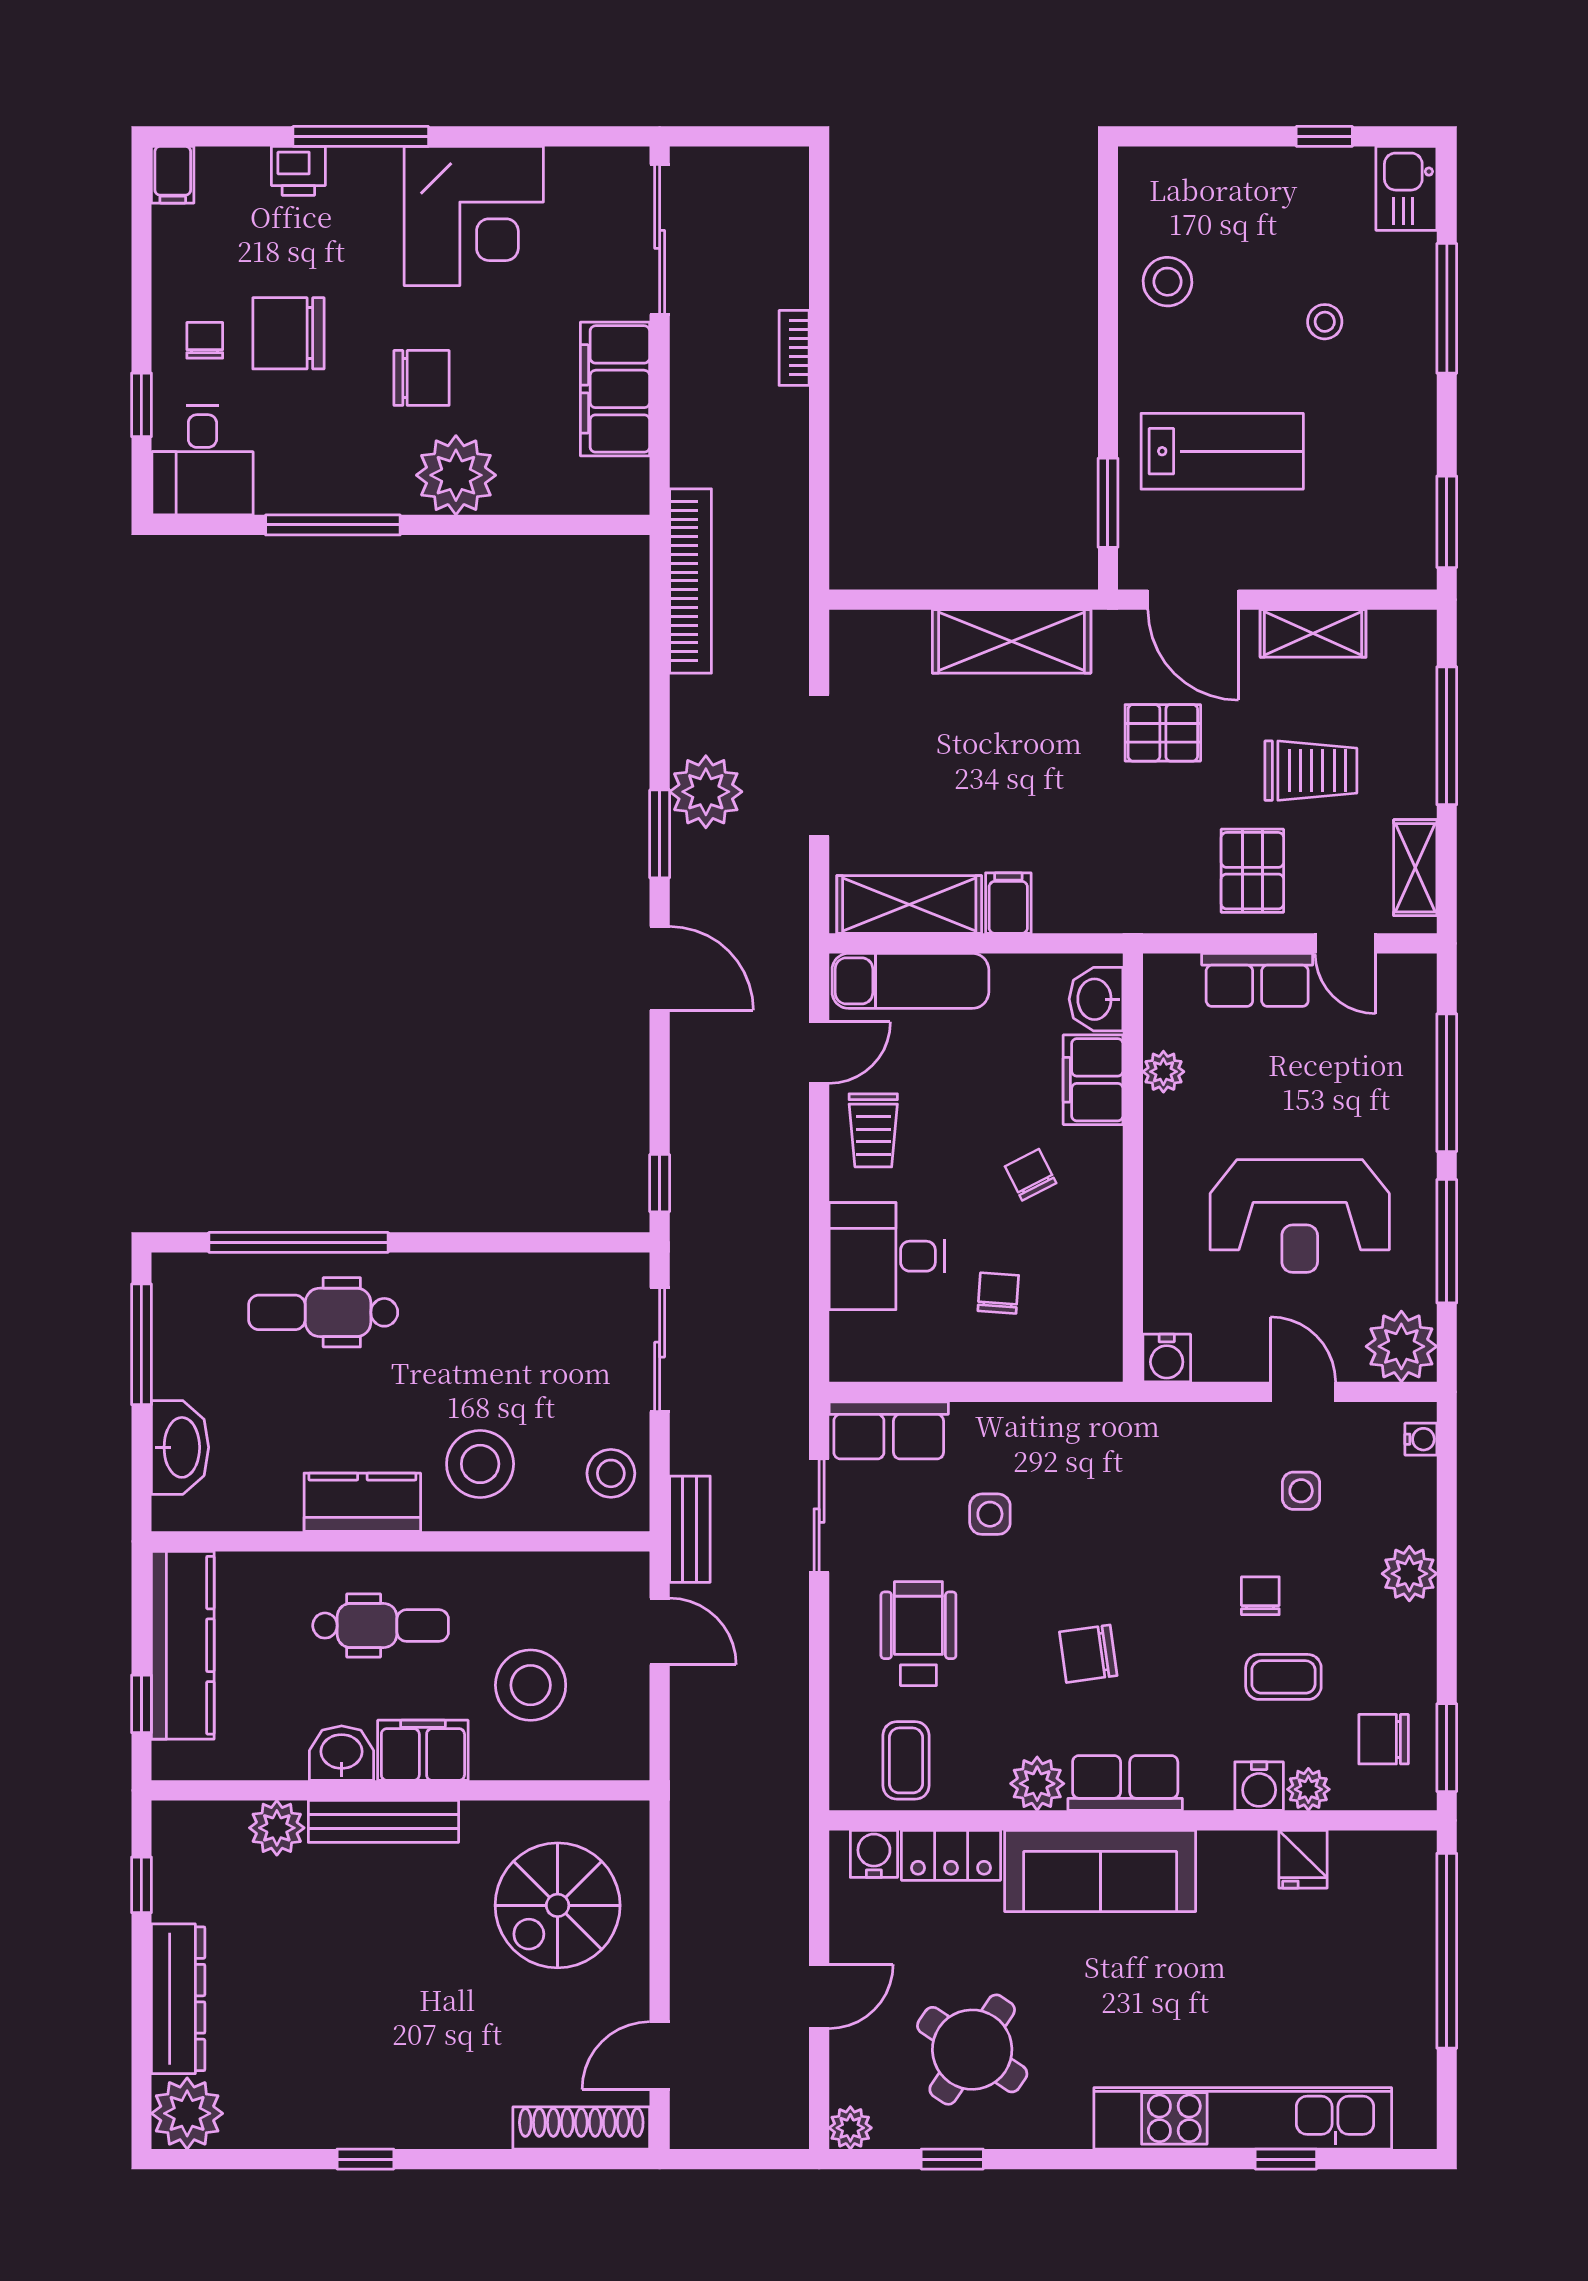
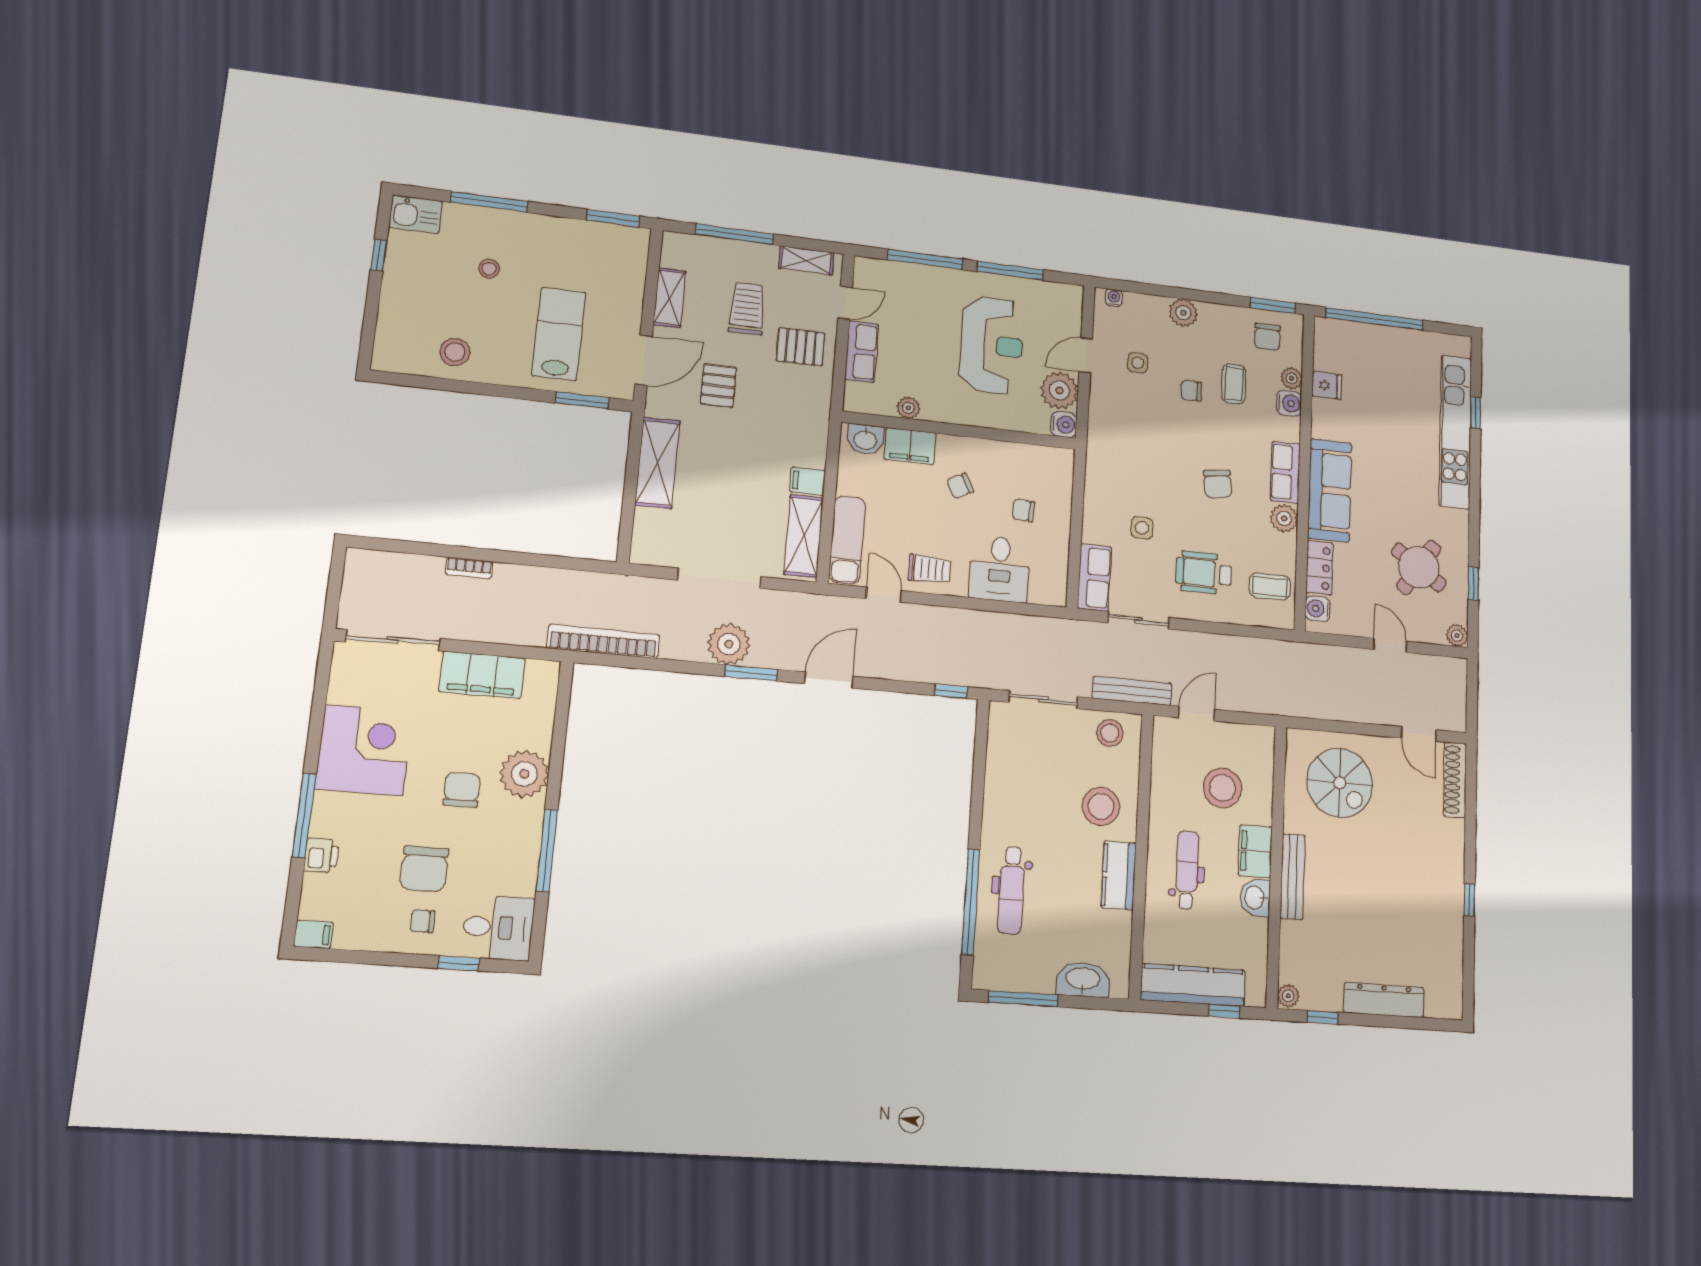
plant: (1401, 1346) -> (1059, 390), moved
bench: (690, 1529) -> (1132, 691), width x1.36
plant: (277, 1828) -> (1288, 996), moved, width x0.73, depth x0.73
plant: (187, 2113) -> (1444, 999), removed

